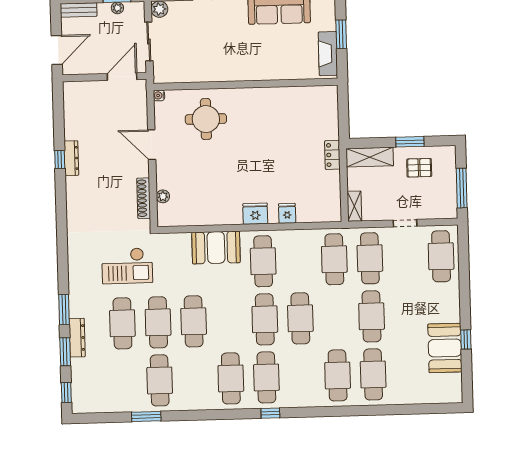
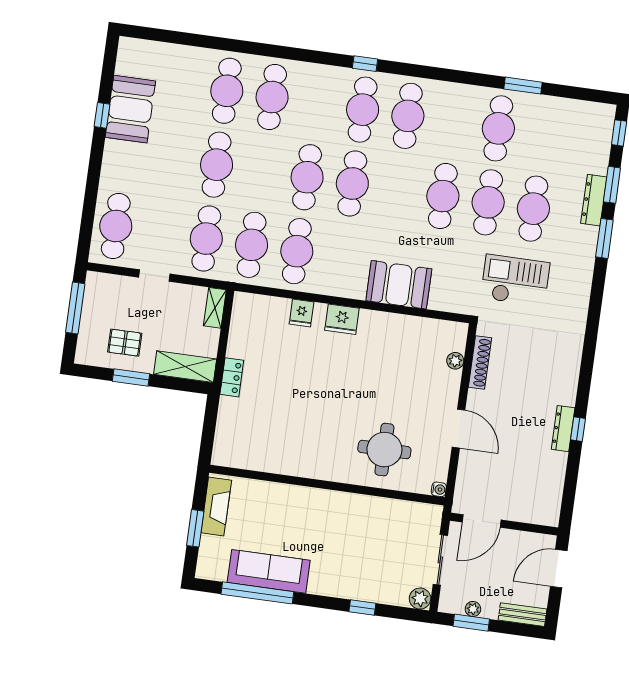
cafe table: (263, 261) -> (297, 251), moved

